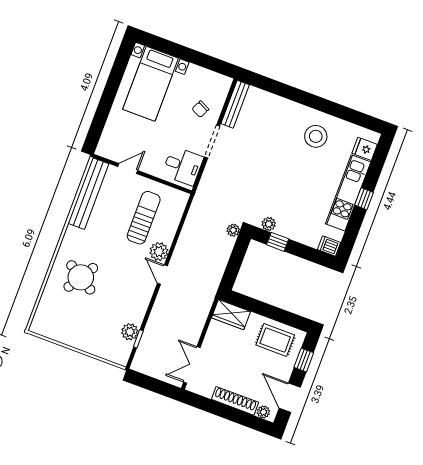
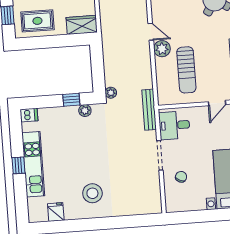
bench: (235, 104) -> (149, 110), moved
stool: (316, 136) -> (92, 193), moved
fridge: (365, 149) -> (56, 212), moved, turned -90

